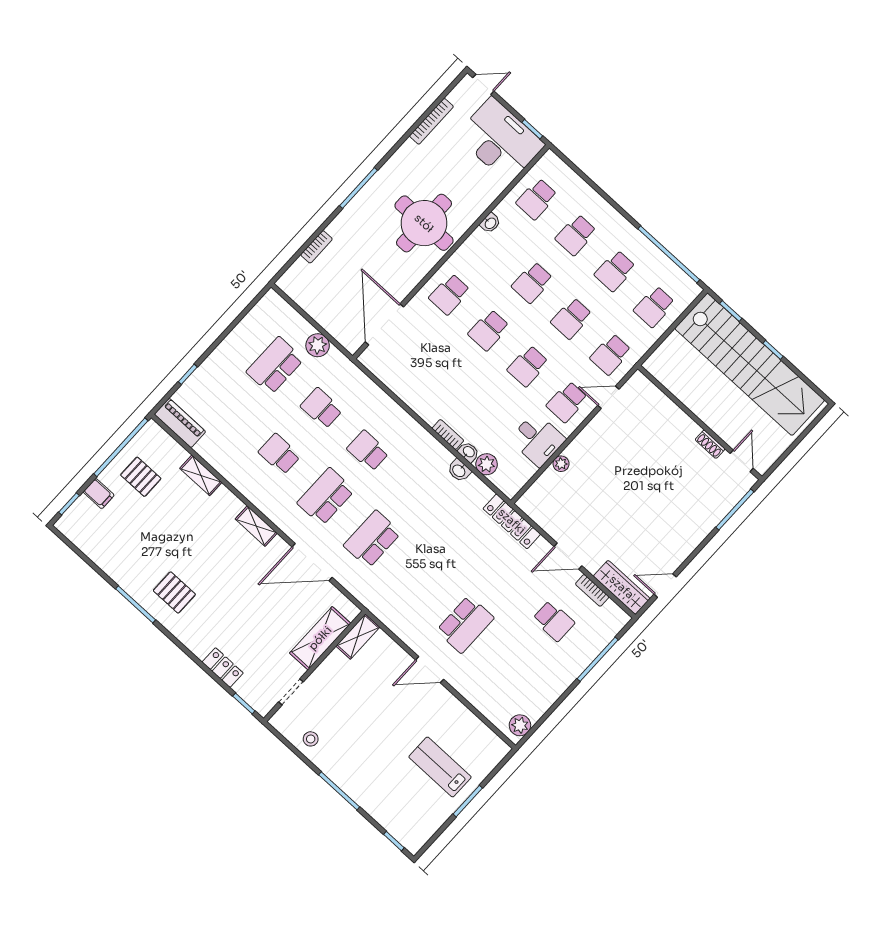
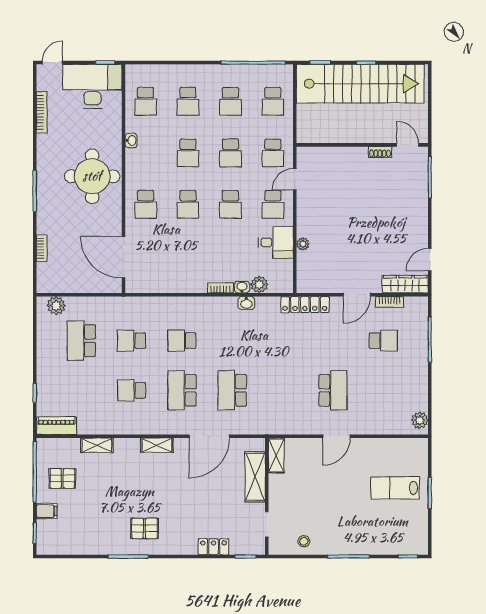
plant: (318, 345) -> (56, 306), moved

